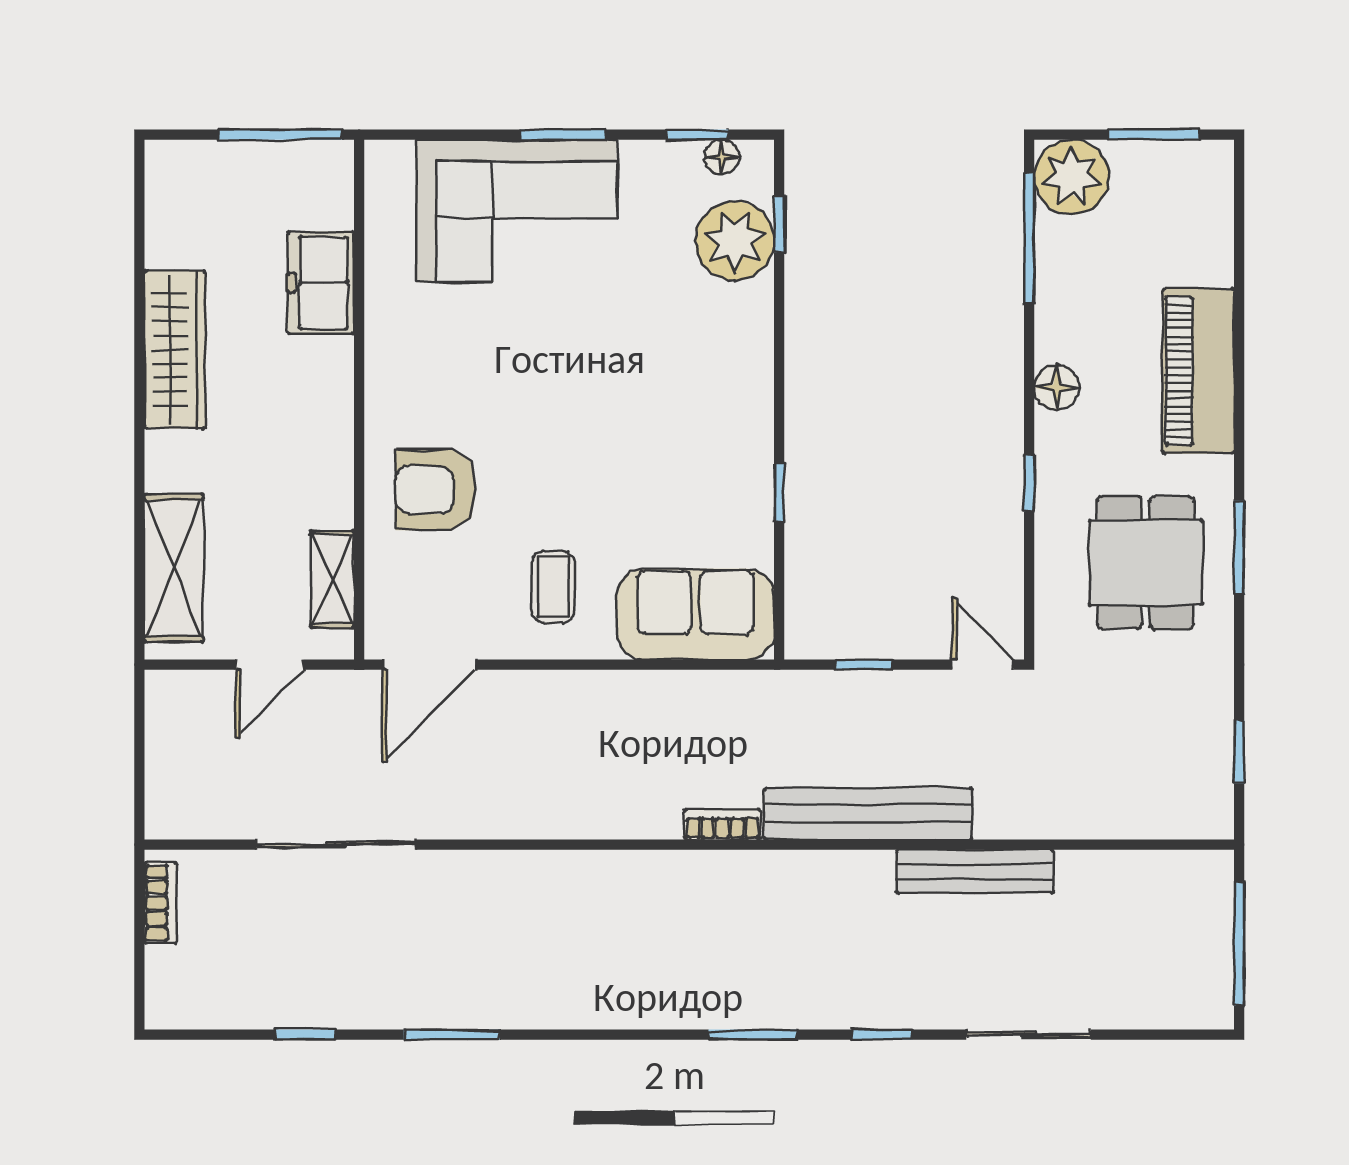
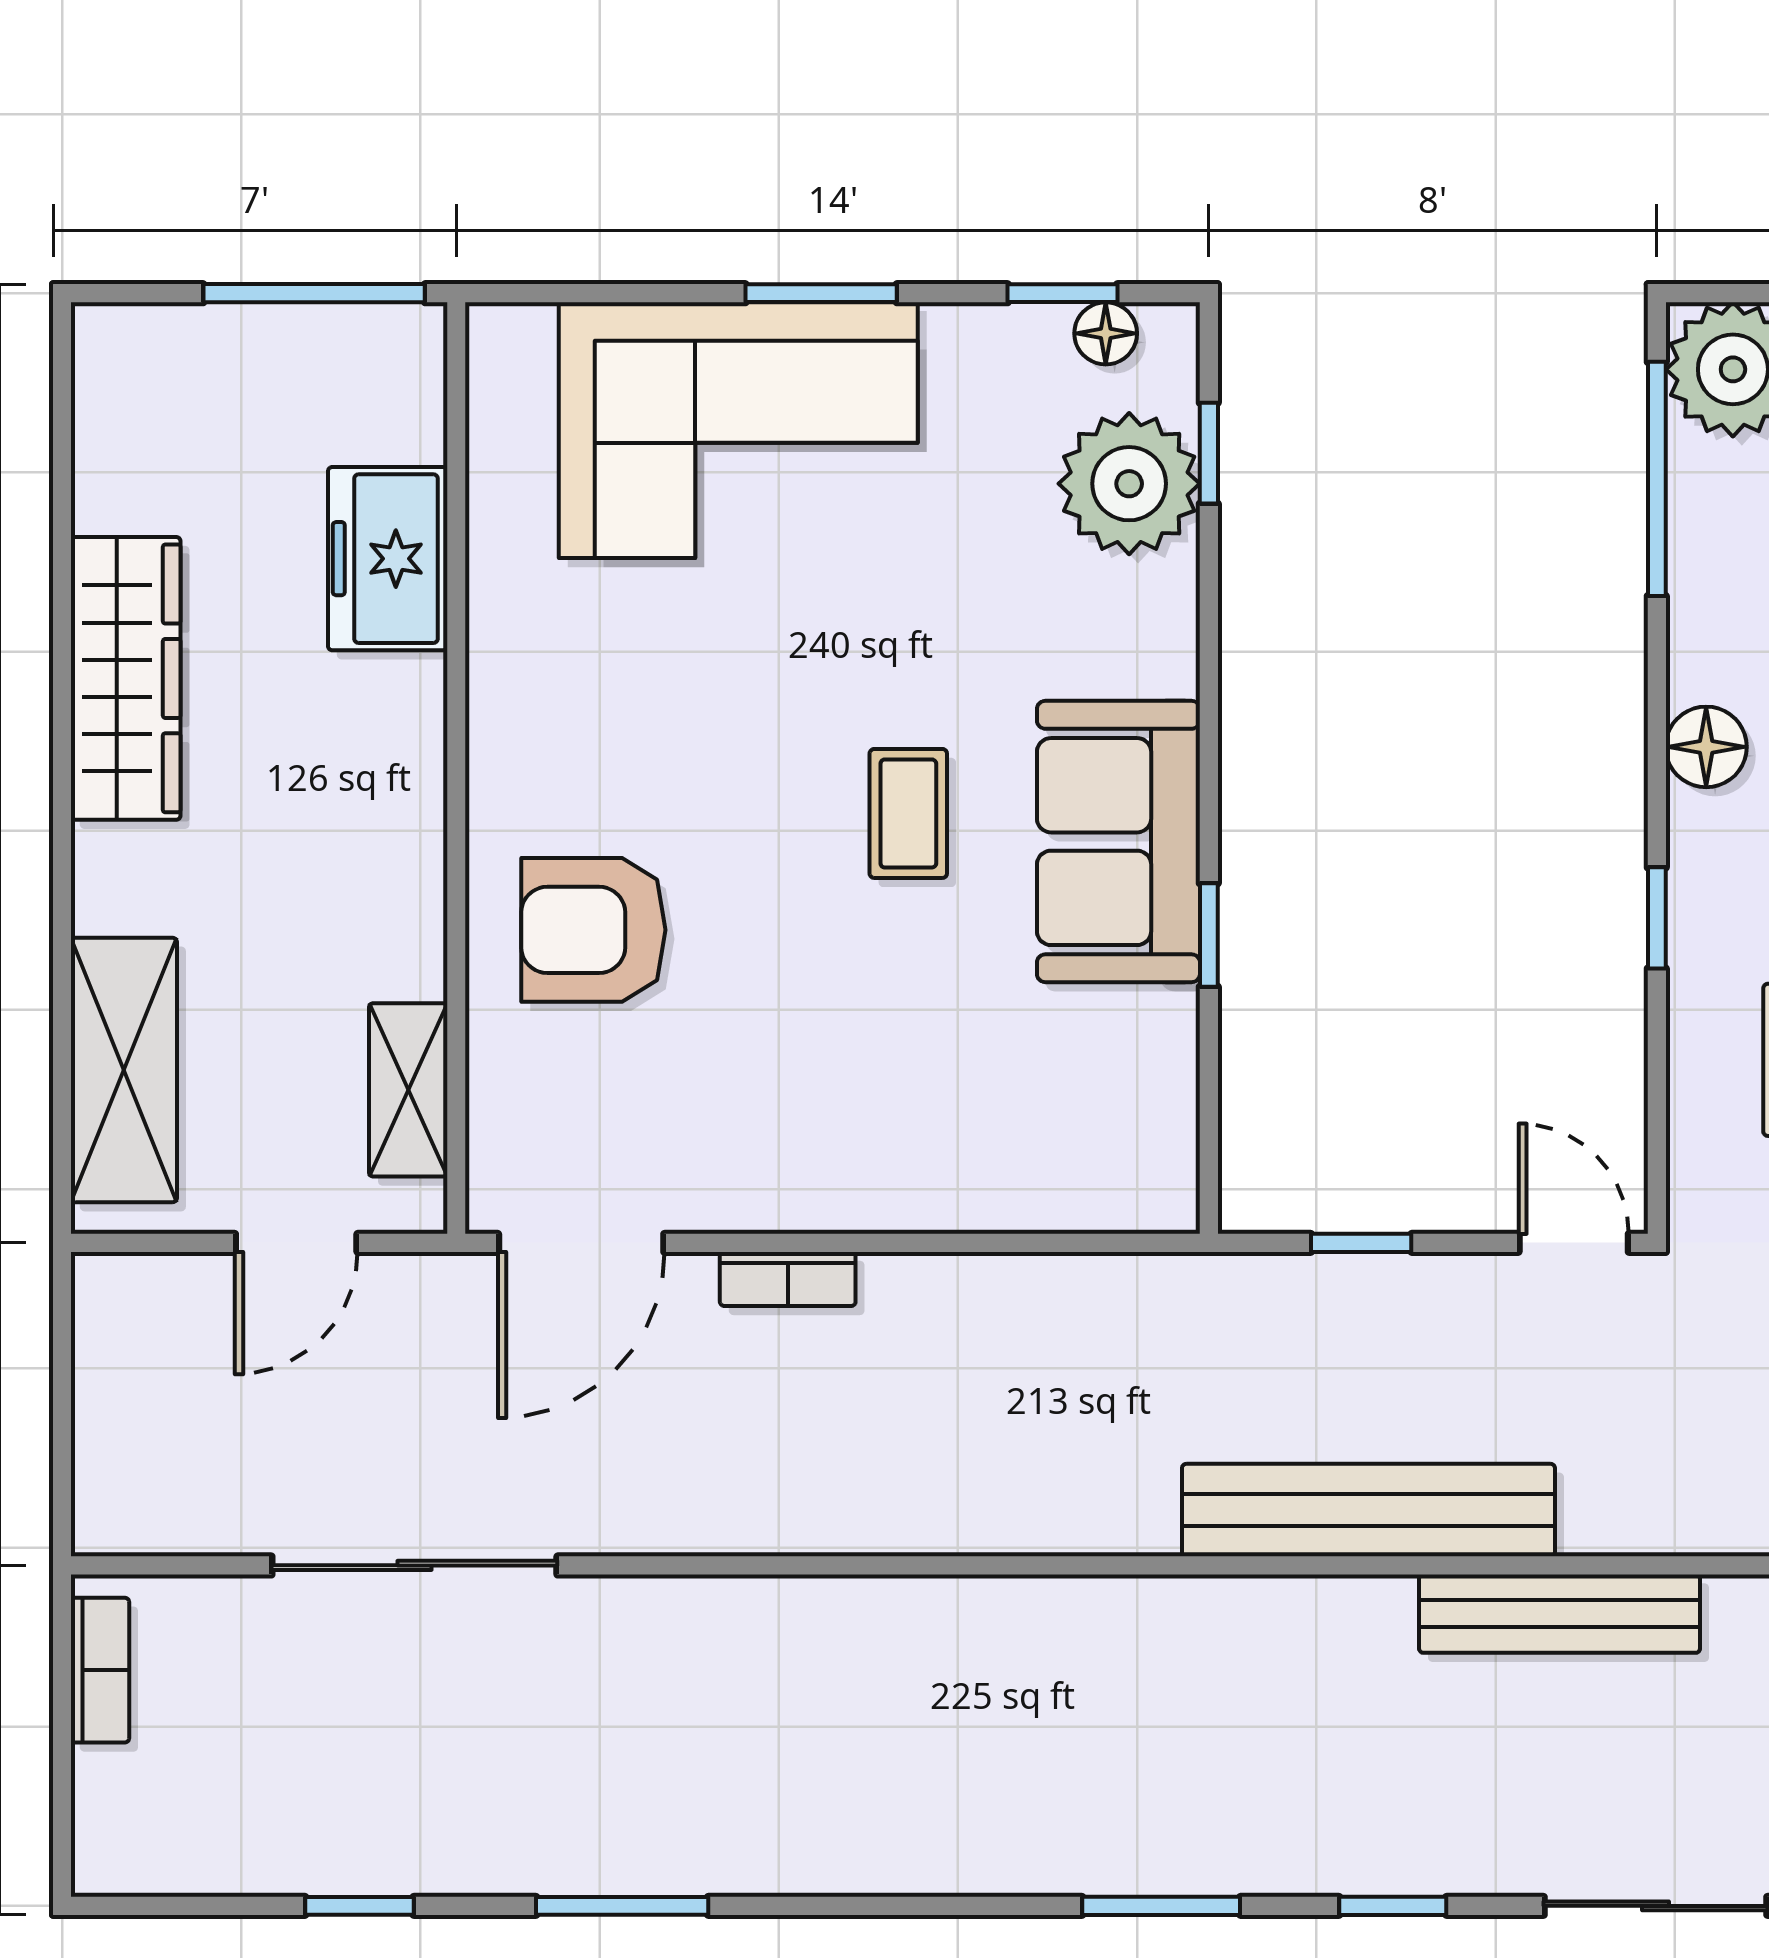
coffee table: (553, 587) -> (908, 813), moved
sofa: (696, 614) -> (1118, 842), moved, turned -90
bookcase: (722, 824) -> (788, 1279), moved, turned 180

